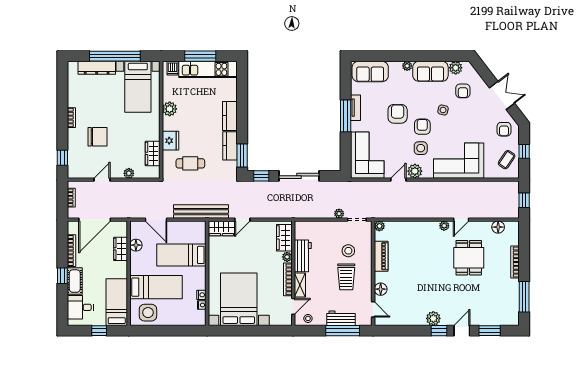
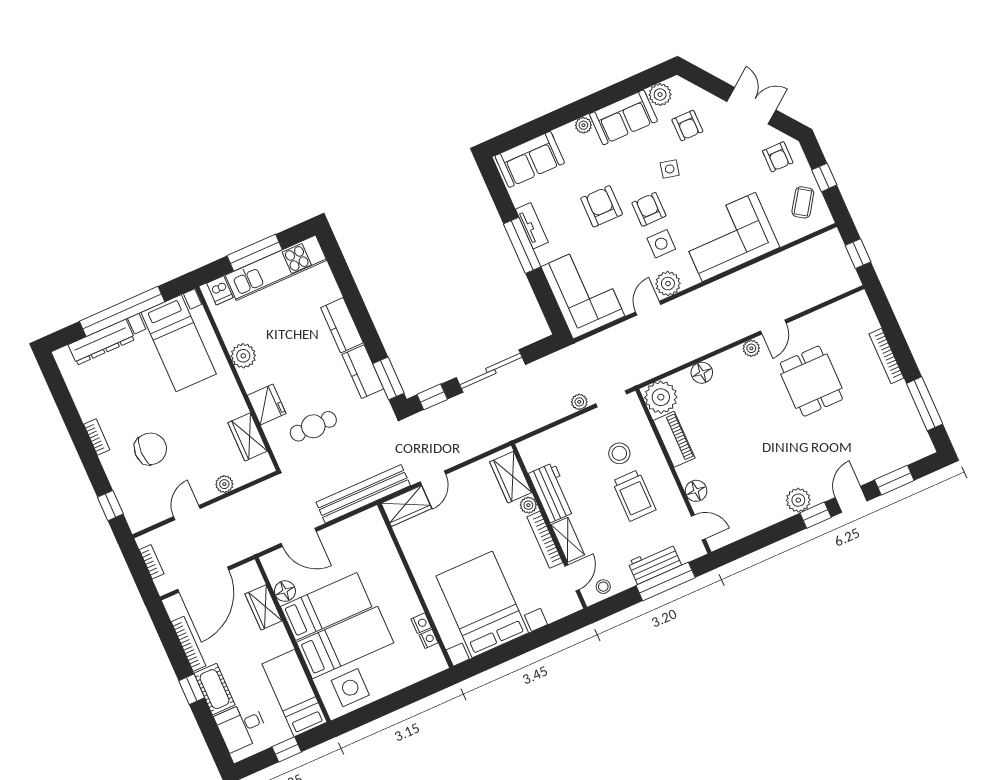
plant: (379, 226) -> (661, 397), width x1.88, depth x1.88
floor lamp: (498, 227) -> (702, 373), moved
bed: (181, 255) -> (326, 607), moved, turned 180

